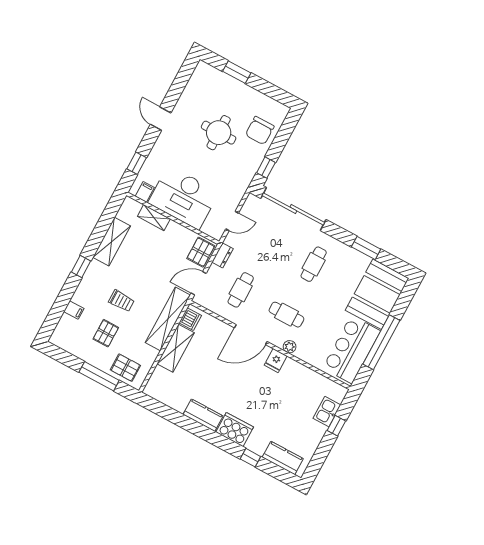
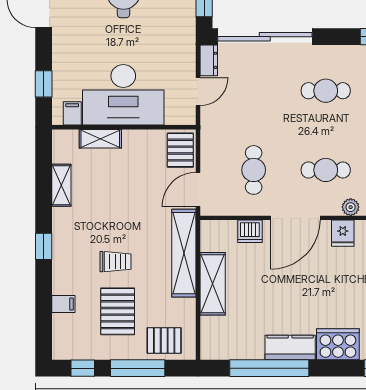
shelving: (112, 242) -> (61, 185), width x0.67, depth x0.75
dresser: (222, 255) -> (209, 60), moved
cafe table: (314, 264) -> (326, 91), turned 90
dishwasher: (190, 319) -> (250, 231), moved, turned 90
pallet: (106, 333) -> (118, 311), width x1.50, depth x1.42
window: (64, 357) -> (83, 368), added
window: (183, 421) -> (269, 368), added

